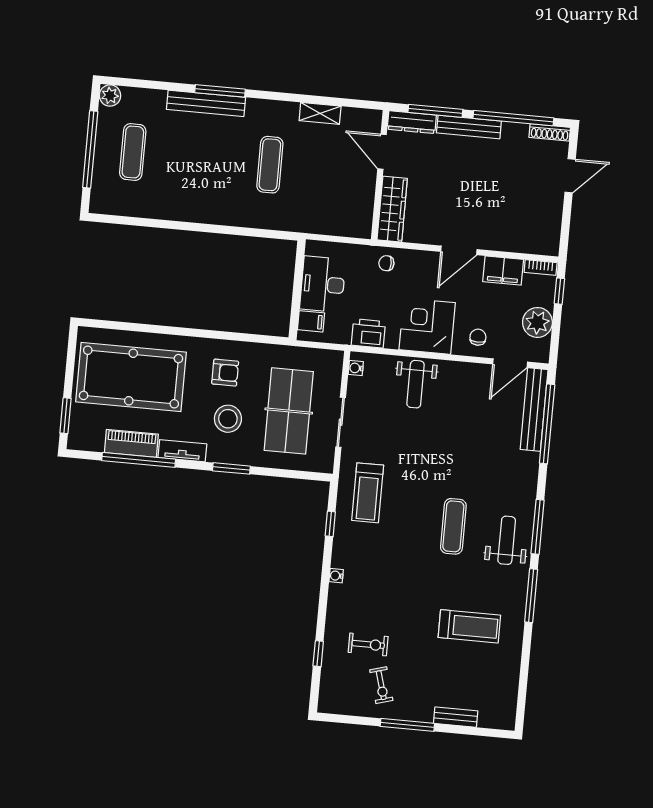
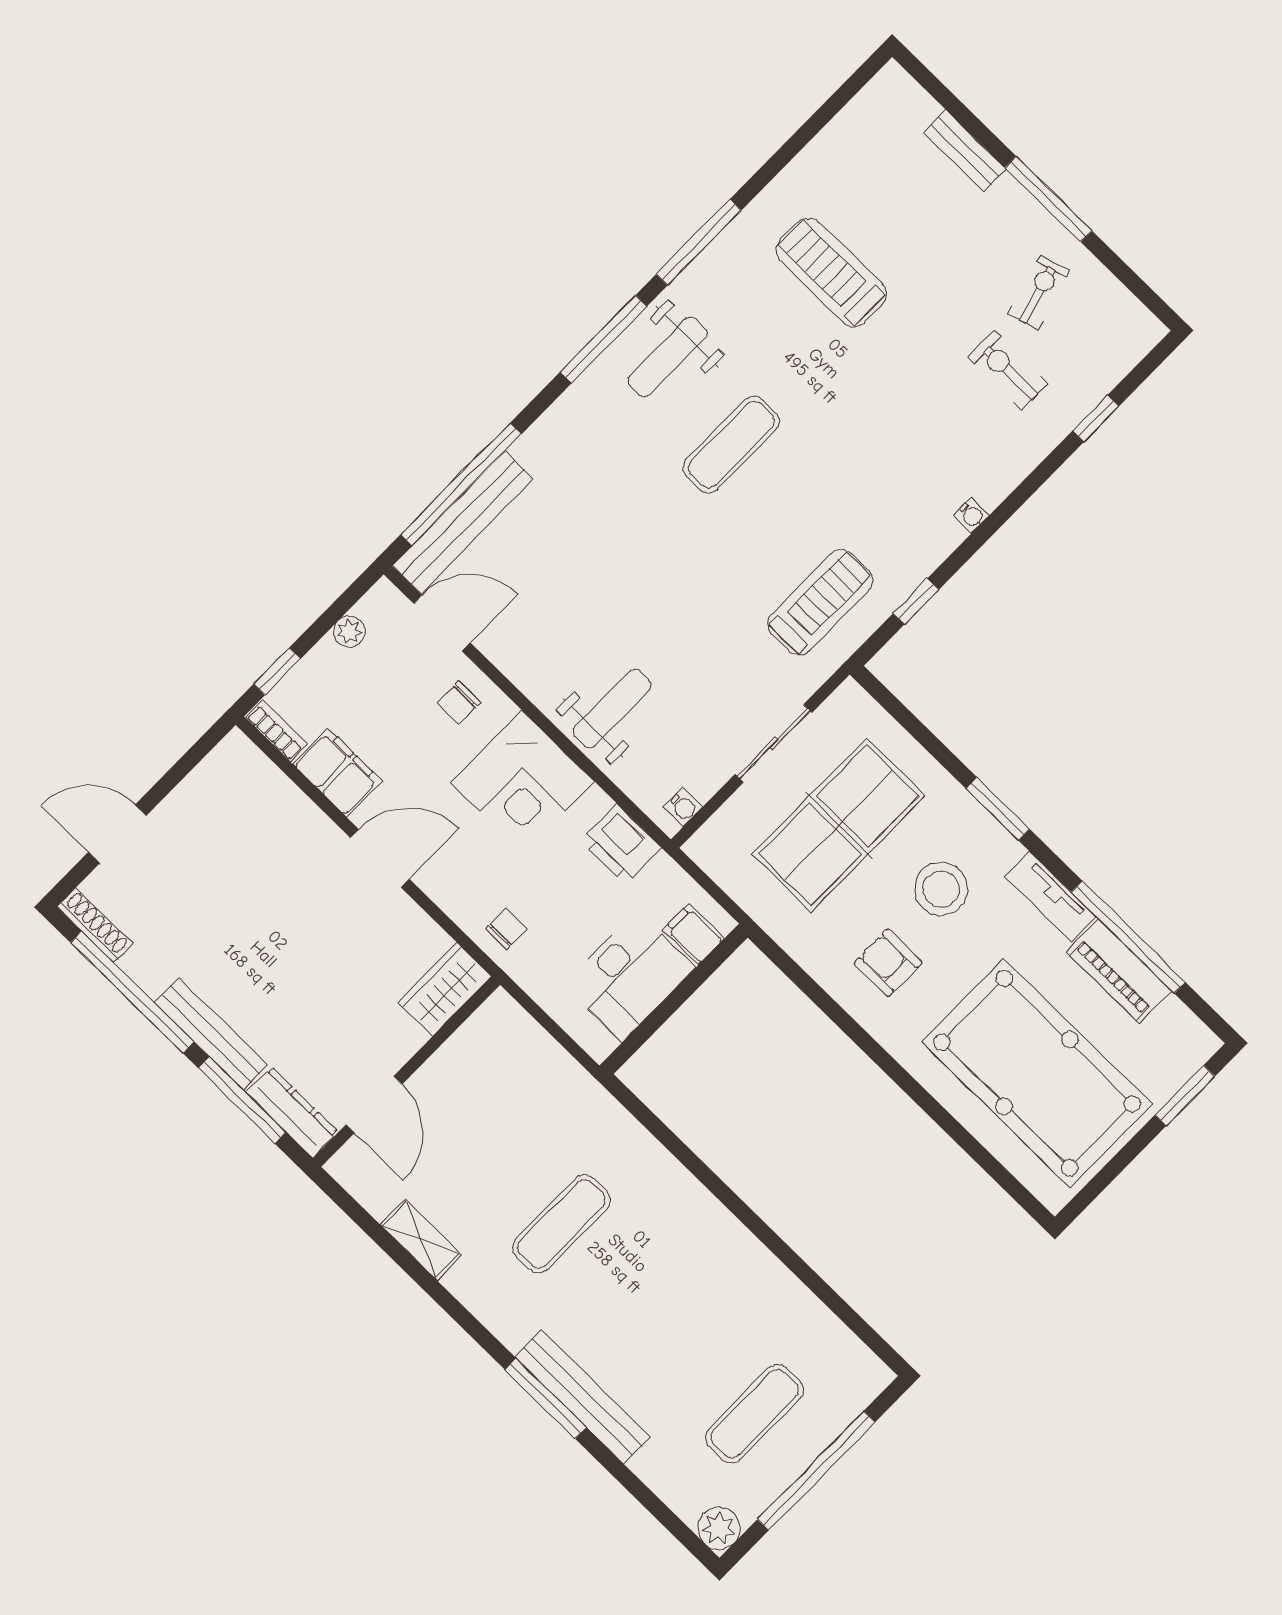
wardrobe: (392, 209) -> (445, 989), width x0.67
chair: (386, 263) -> (506, 929), turned -90
plant: (537, 322) -> (349, 631), width x0.53, depth x0.53

